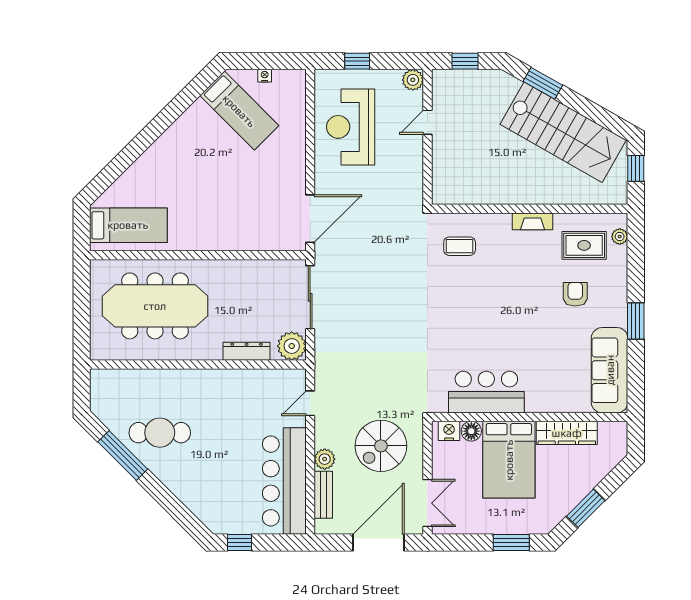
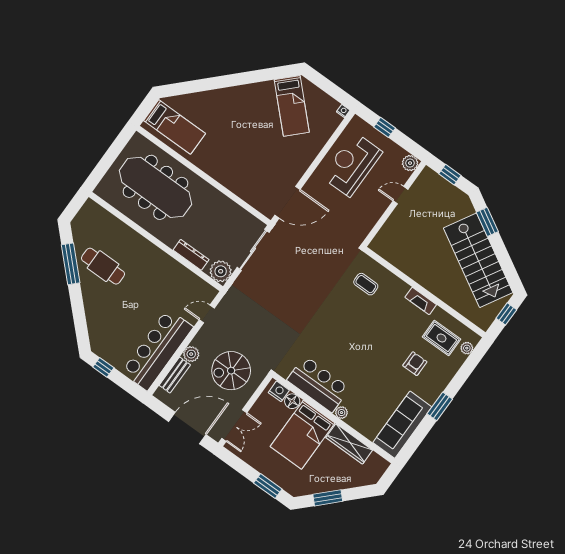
nightstand: (265, 76) -> (343, 111), moved
plant: (534, 405) -> (341, 413), added

